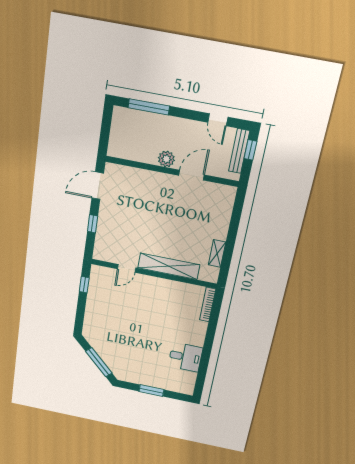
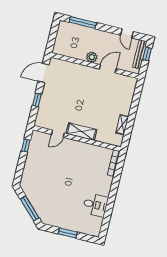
shelving: (169, 266) -> (81, 132), width x0.68

